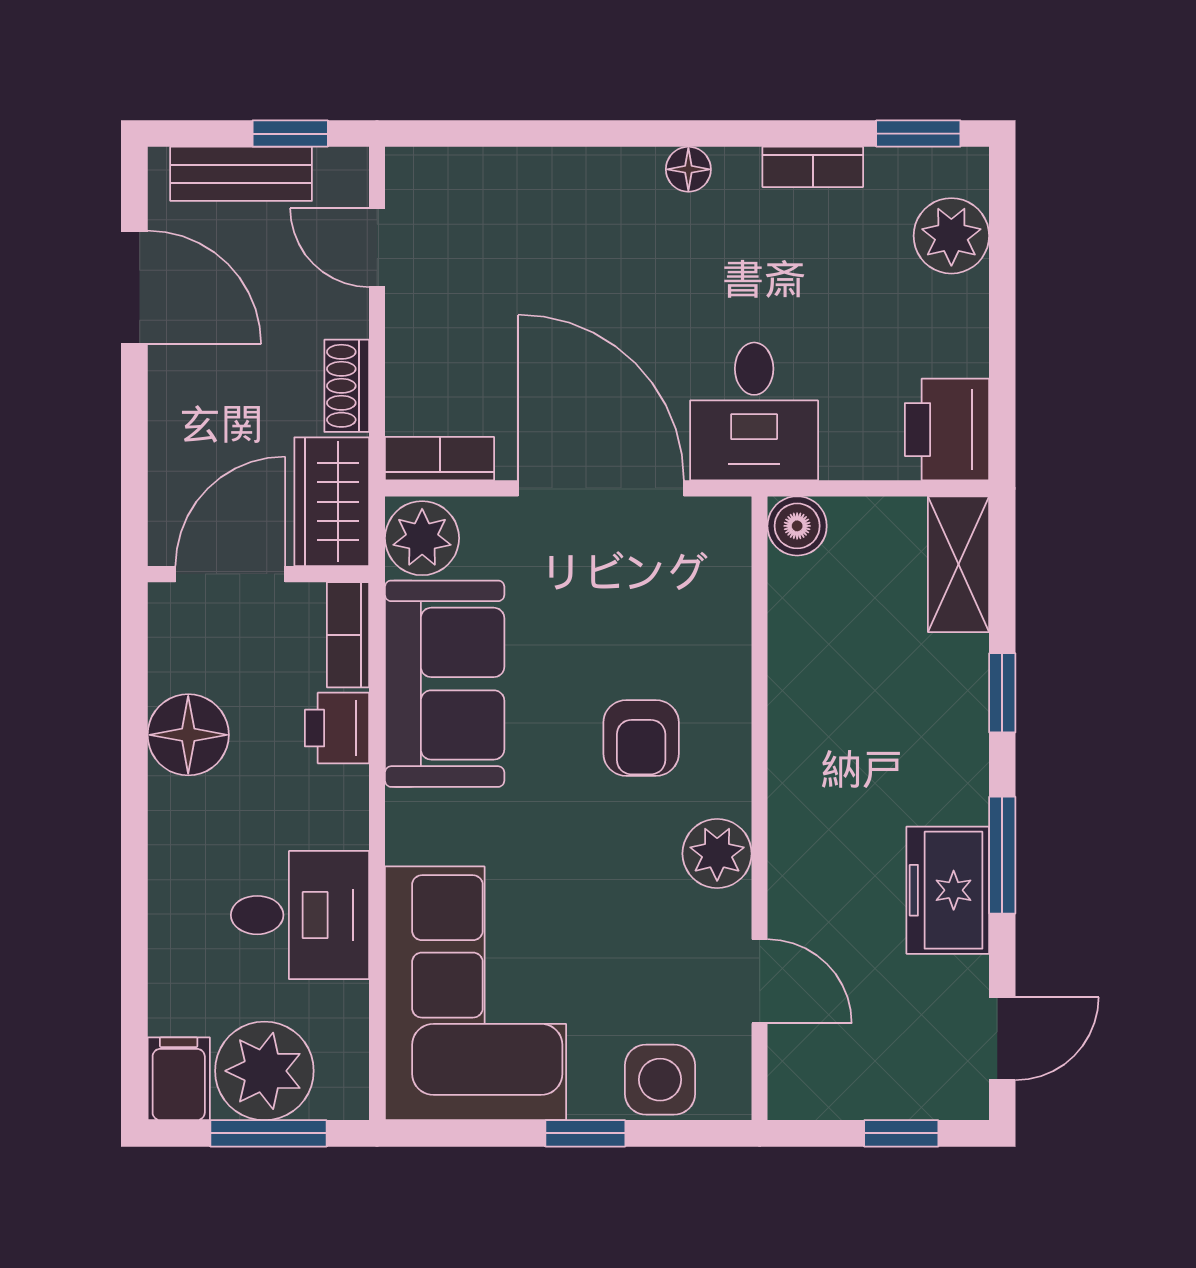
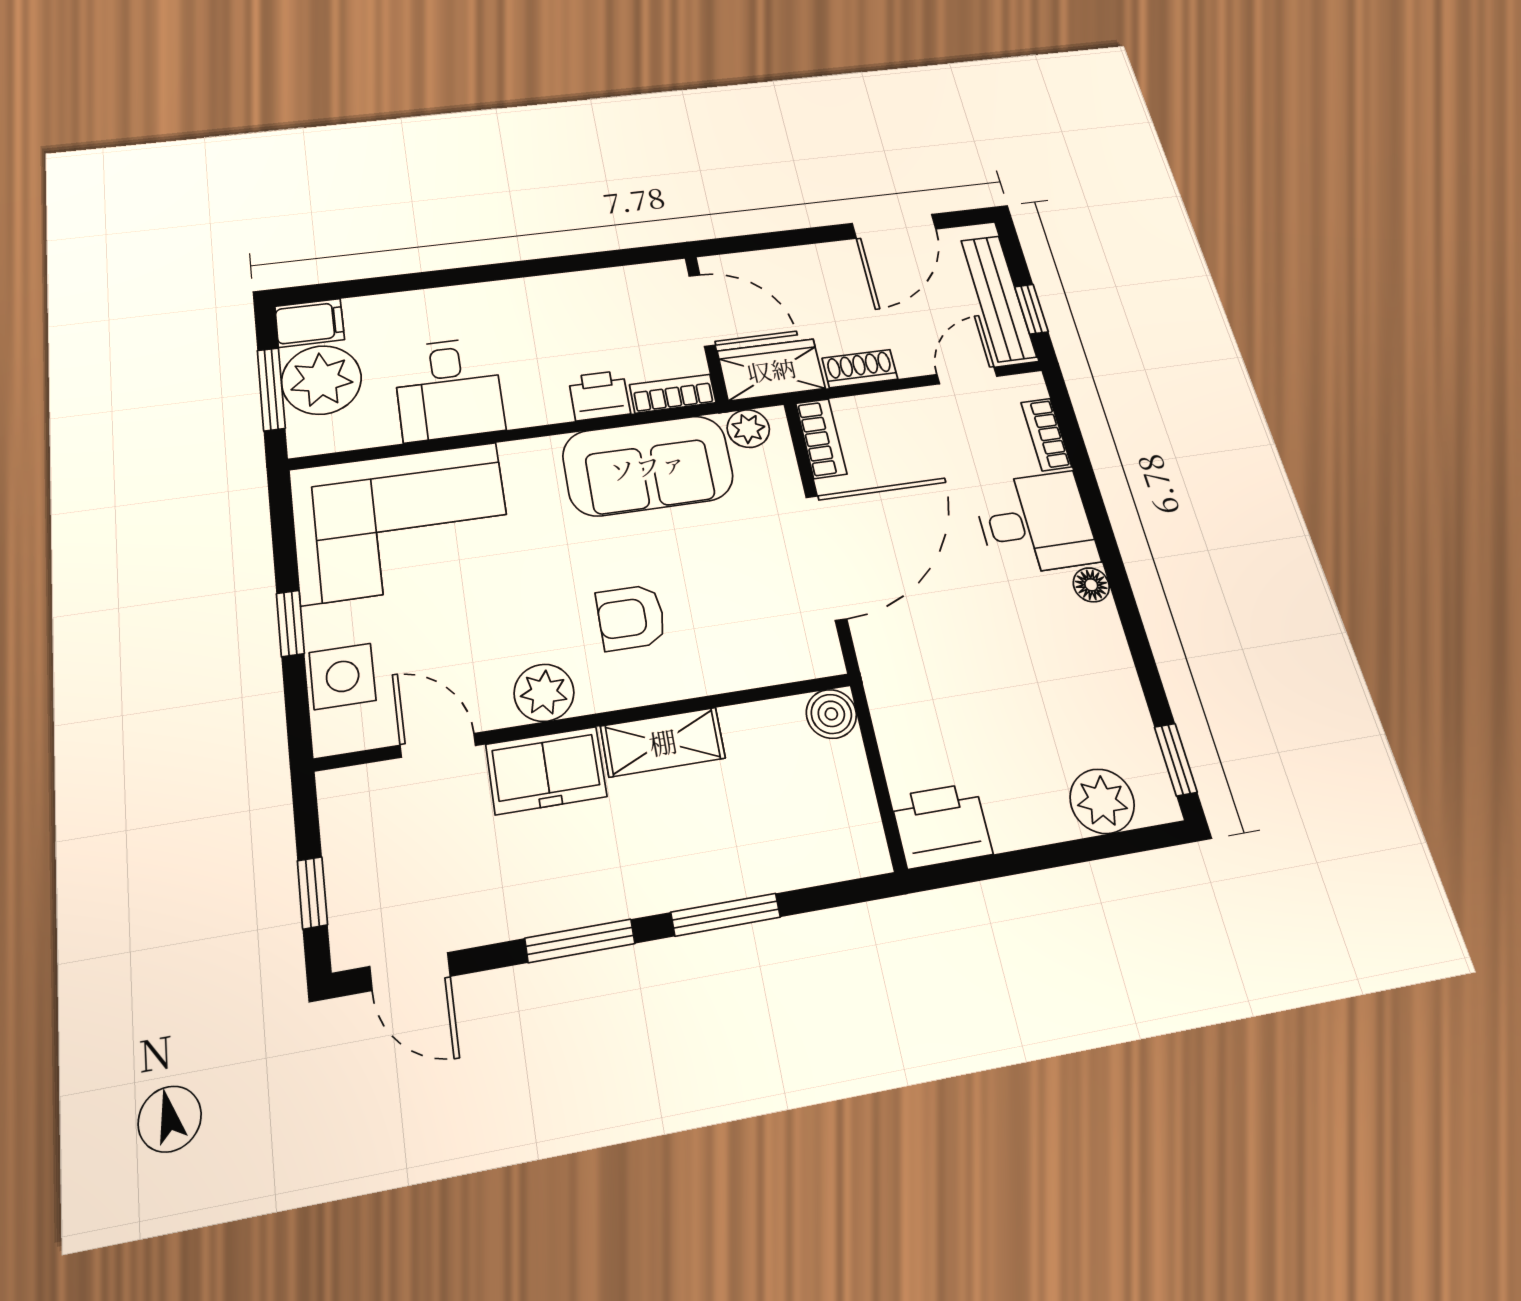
bookcase: (813, 167) -> (1046, 434), moved
bench: (241, 174) -> (998, 298), width x1.36
desk: (754, 411) -> (1035, 523), moved, turned 180
plant: (422, 538) -> (748, 429), width x0.73, depth x0.73
shelving: (959, 564) -> (663, 742), moved
window: (1002, 693) -> (726, 915), width x1.50
floor lamp: (188, 735) -> (576, 298), removed
freezer: (948, 890) -> (546, 770), moved, turned 180
door: (760, 981) -> (438, 745), swing flipped

